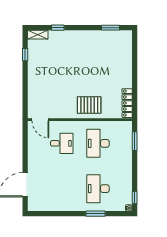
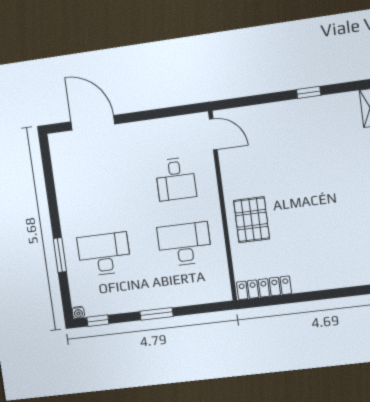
window: (25, 55) -> (309, 92), moved
door: (40, 120) -> (213, 134), swing flipped
window: (135, 141) -> (156, 314), moved

